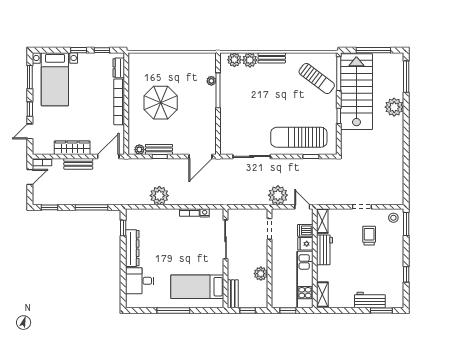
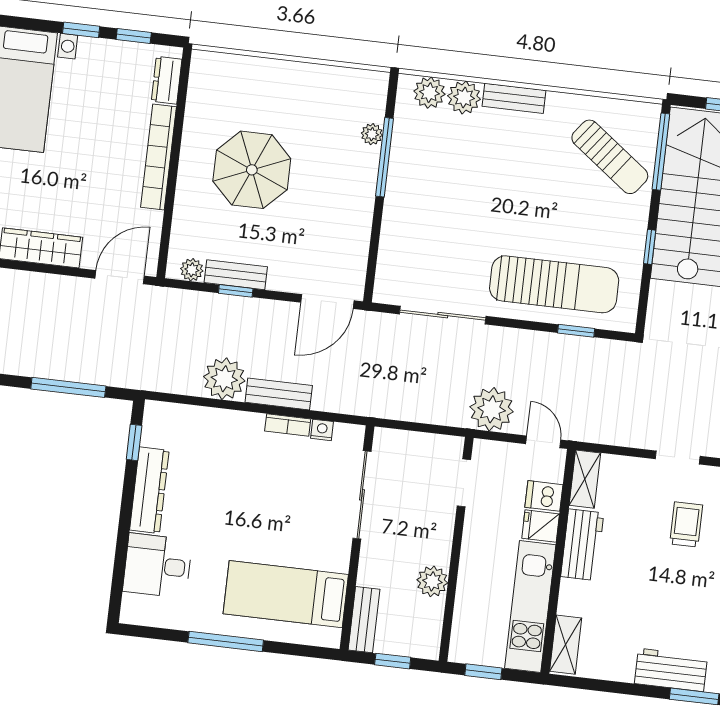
sun lounger: (299, 137) -> (554, 284), turned 180
bench: (78, 164) -> (279, 394), moved

